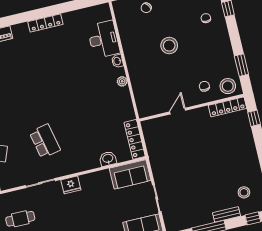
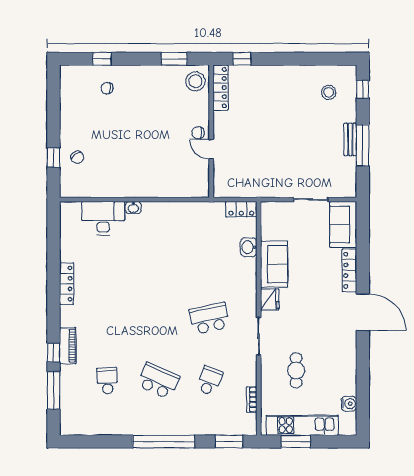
stool: (169, 46) -> (130, 140), removed
plant: (122, 81) -> (159, 208), removed
chair: (204, 86) -> (198, 133), moved
locker: (135, 139) -> (241, 209), width x0.66
sofa: (130, 174) -> (274, 264), moved
bench: (227, 214) -> (350, 139), moved

